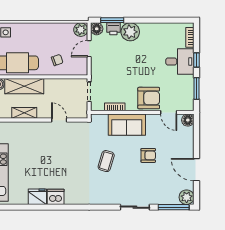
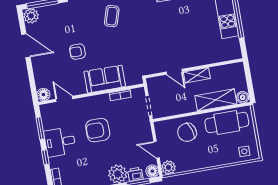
door: (89, 49) -> (157, 150), swing flipped
chair: (57, 60) -> (187, 132), width x1.87, depth x1.87
desk: (180, 61) -> (60, 142), moved
armchair: (149, 98) -> (98, 130), moved
shelving: (24, 113) -> (197, 75), moved
coffee table: (106, 161) -> (112, 16), moved

